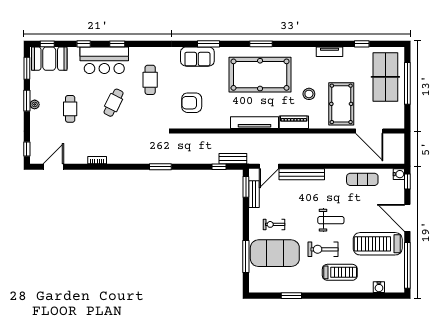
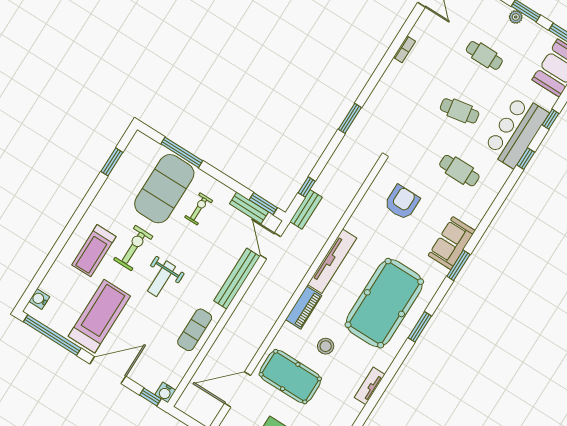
tv unit: (330, 52) -> (370, 386), moved
cafe table: (114, 103) -> (460, 111), turned -36
exercise mat: (362, 179) -> (195, 330), moved
water cooler: (379, 287) -> (39, 299), moved
window: (291, 296) -> (112, 162), moved

